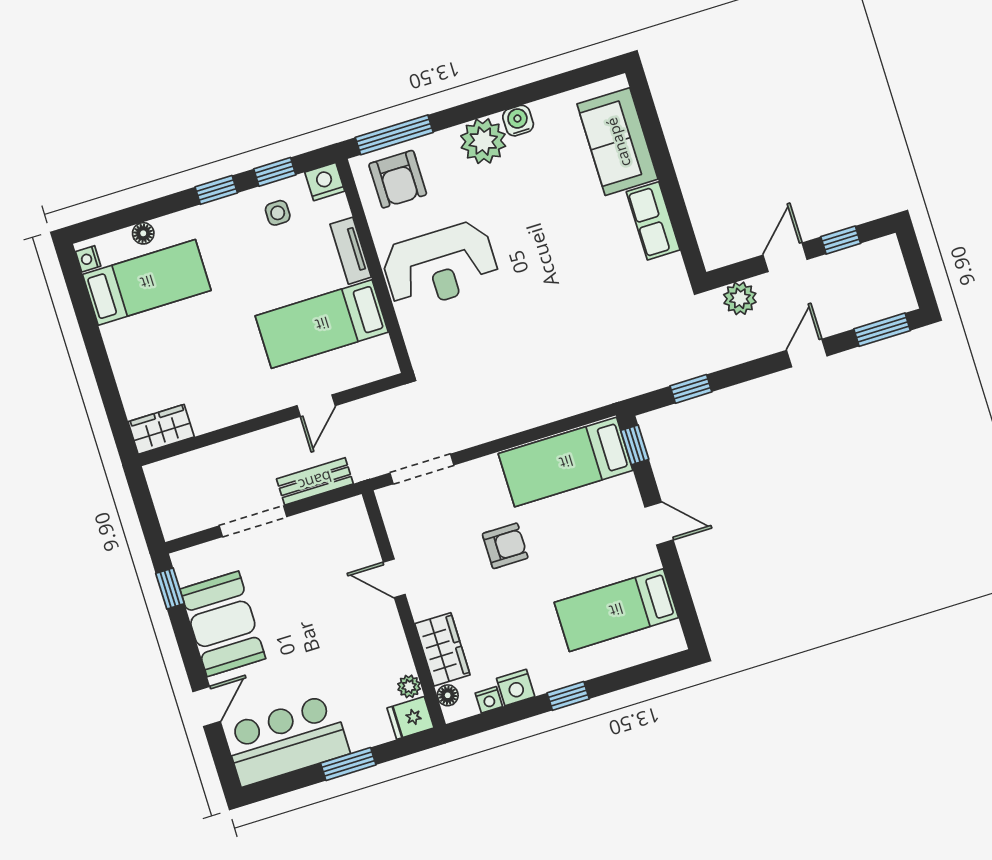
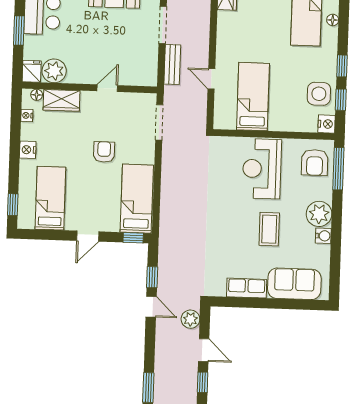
armchair: (398, 179) -> (315, 162), turned -90
side table: (278, 213) -> (319, 94), width x1.87, depth x1.87
coffee table: (539, 217) -> (269, 229), added
tv unit: (351, 251) -> (286, 125), removed
door: (807, 353) -> (151, 307), moved
armchair: (505, 546) -> (104, 152), turned 180
plant: (409, 686) -> (54, 71), width x1.87, depth x1.87
nightstand: (516, 688) -> (28, 150), moved
window: (568, 696) -> (13, 205), moved

